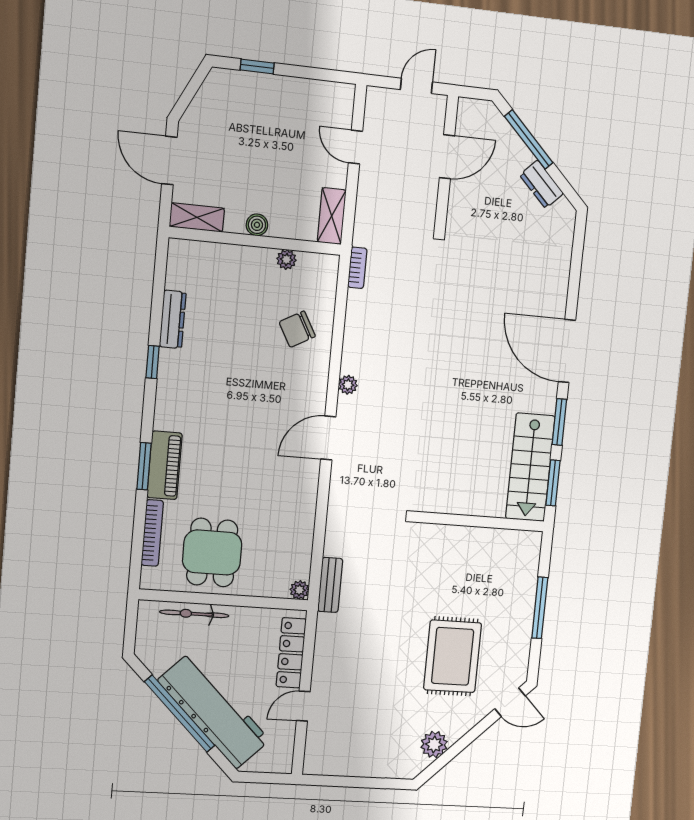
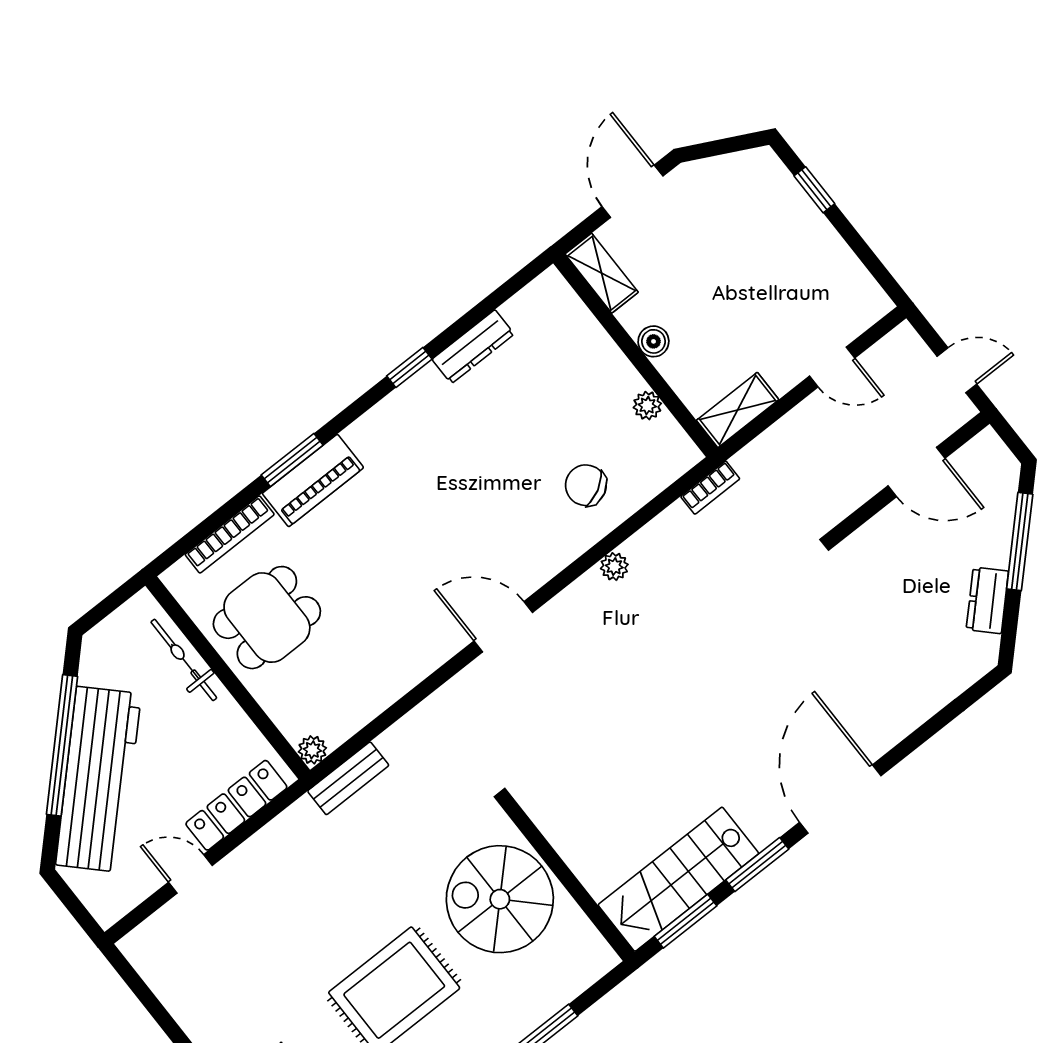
door: (355, 147) -> (832, 367), swing flipped
plant: (348, 385) -> (614, 567), moved
spiral stairs: (458, 564) -> (500, 899), added

